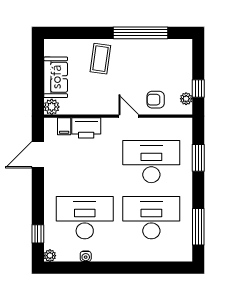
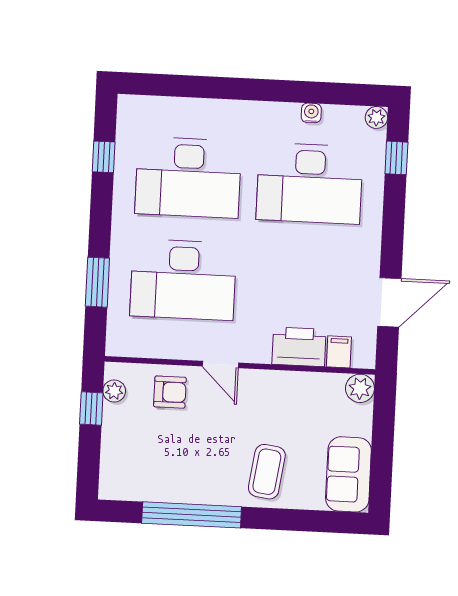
sofa: (56, 77) -> (348, 474), moved
window: (198, 227) -> (104, 157), width x0.46

